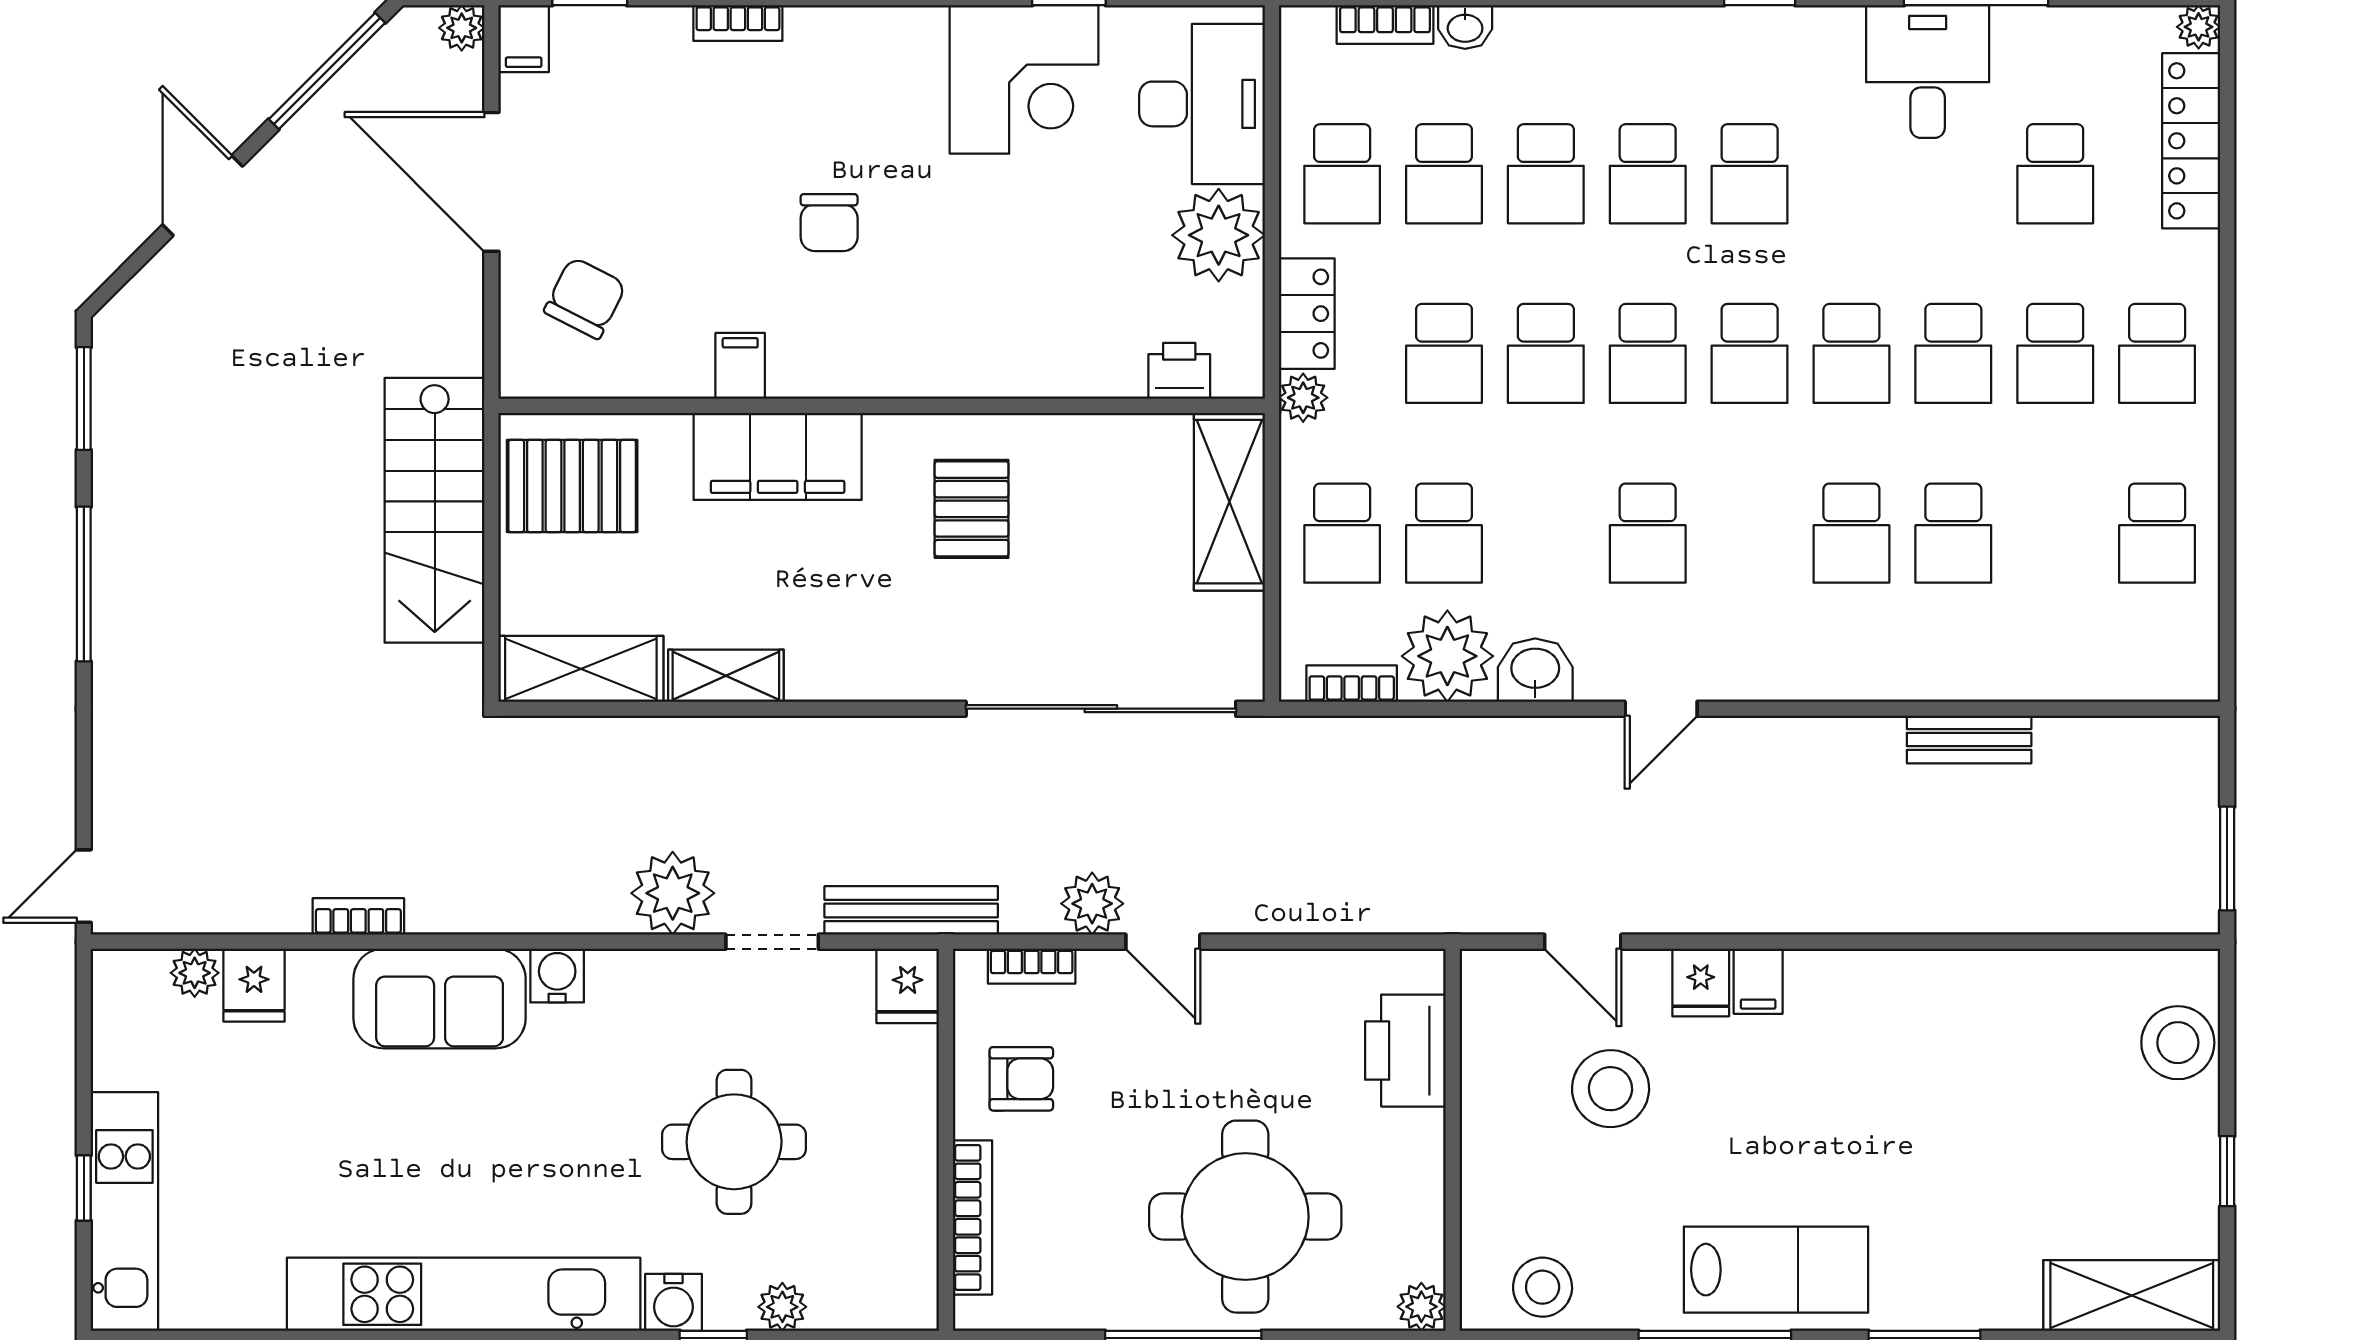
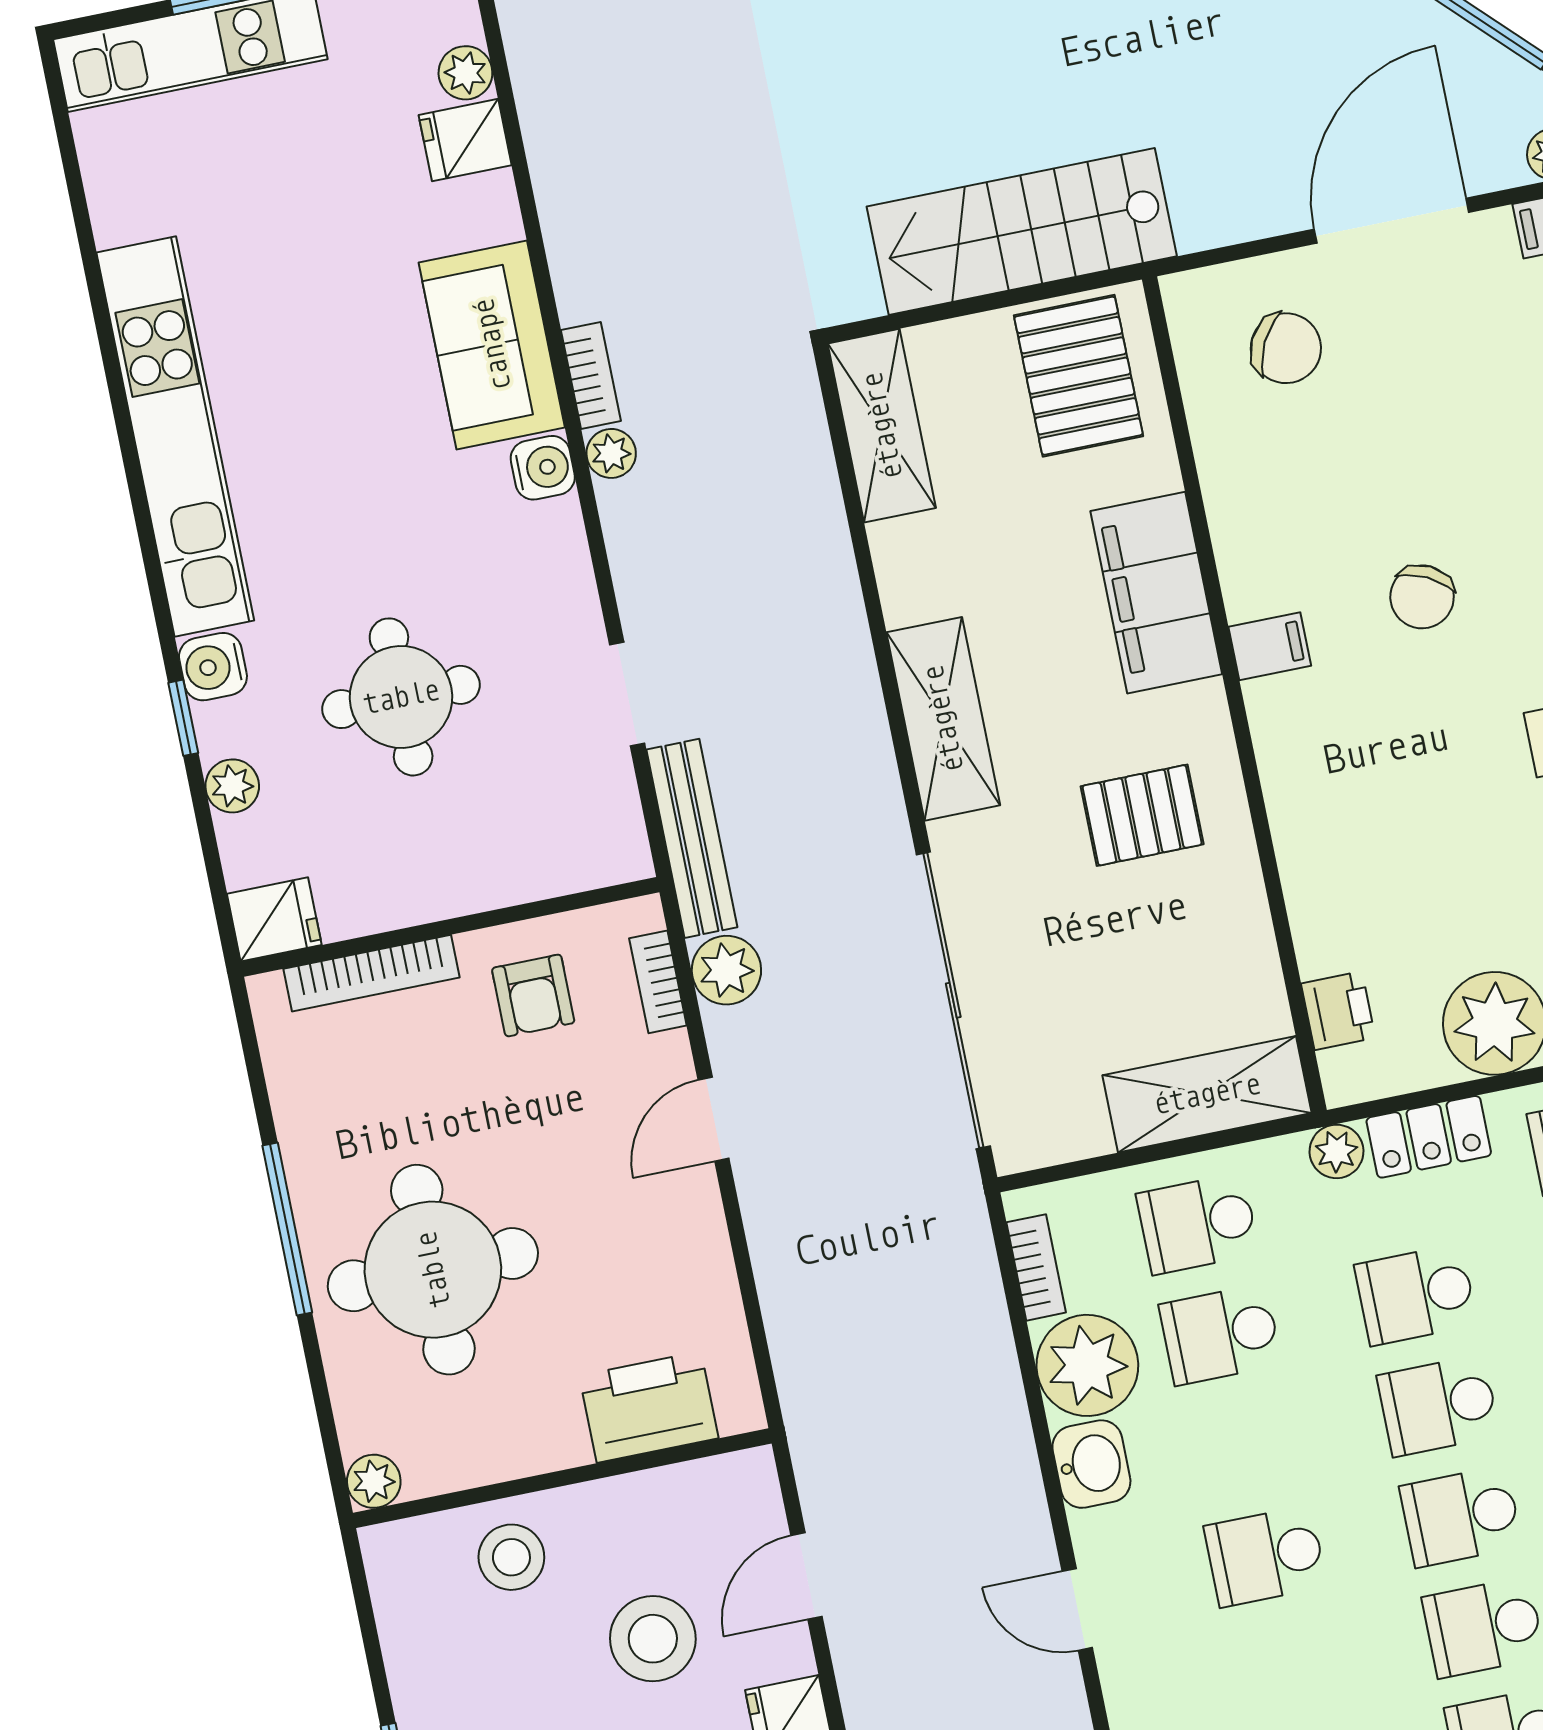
chair: (829, 223) -> (1422, 597), turned -63
filing cabinet: (740, 366) -> (1270, 646), moved
shelving: (726, 676) -> (943, 719), moved, width x1.50, depth x1.33
plant: (673, 893) -> (611, 453), moved, width x0.53, depth x0.53
plant: (1092, 904) -> (726, 970), moved
bookcase: (358, 916) -> (591, 375), moved
fridge: (908, 986) -> (274, 919), moved, turned 180
stool: (1543, 1287) -> (511, 1557), moved

